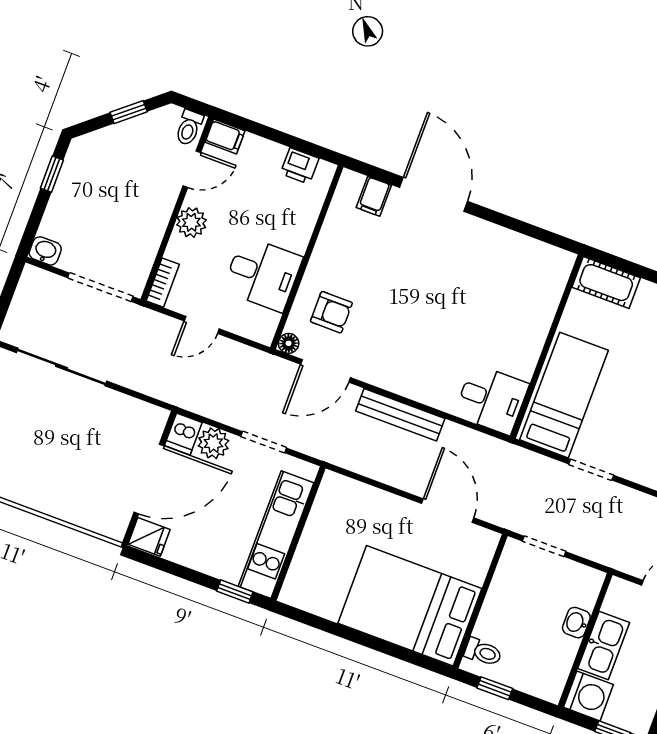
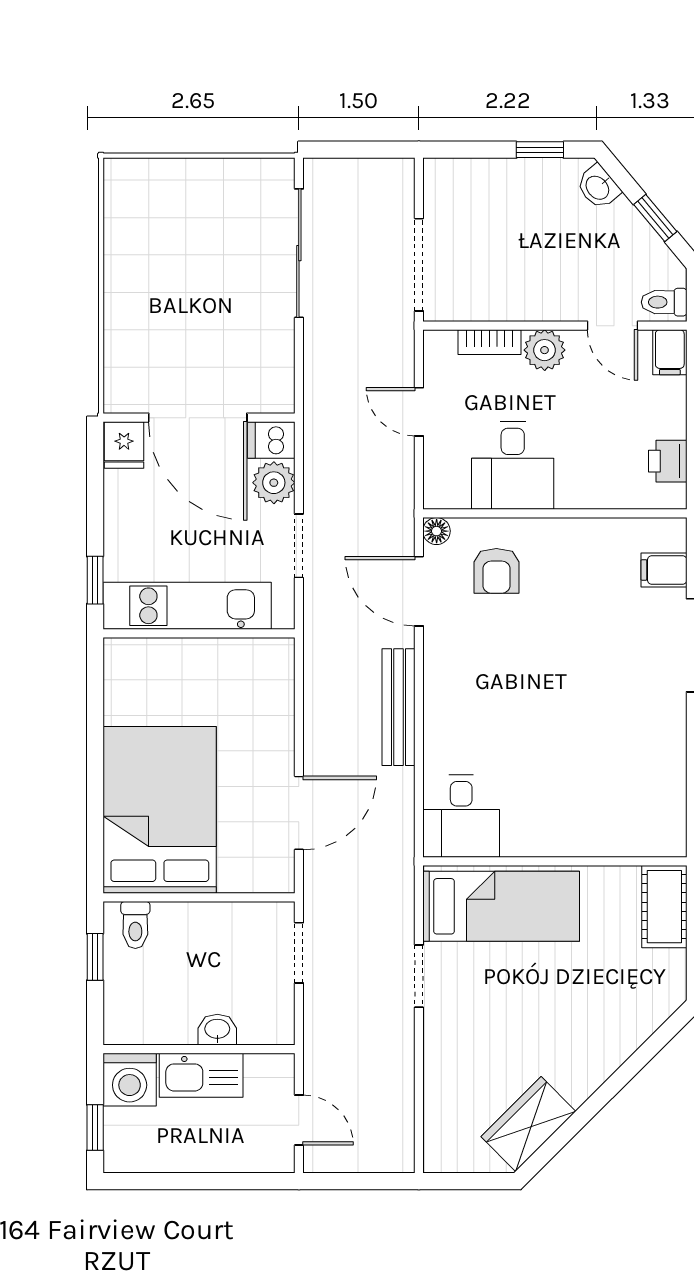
washbasin: (45, 251) -> (598, 187), moved, turned 140
bookcase: (163, 283) -> (489, 342), moved

